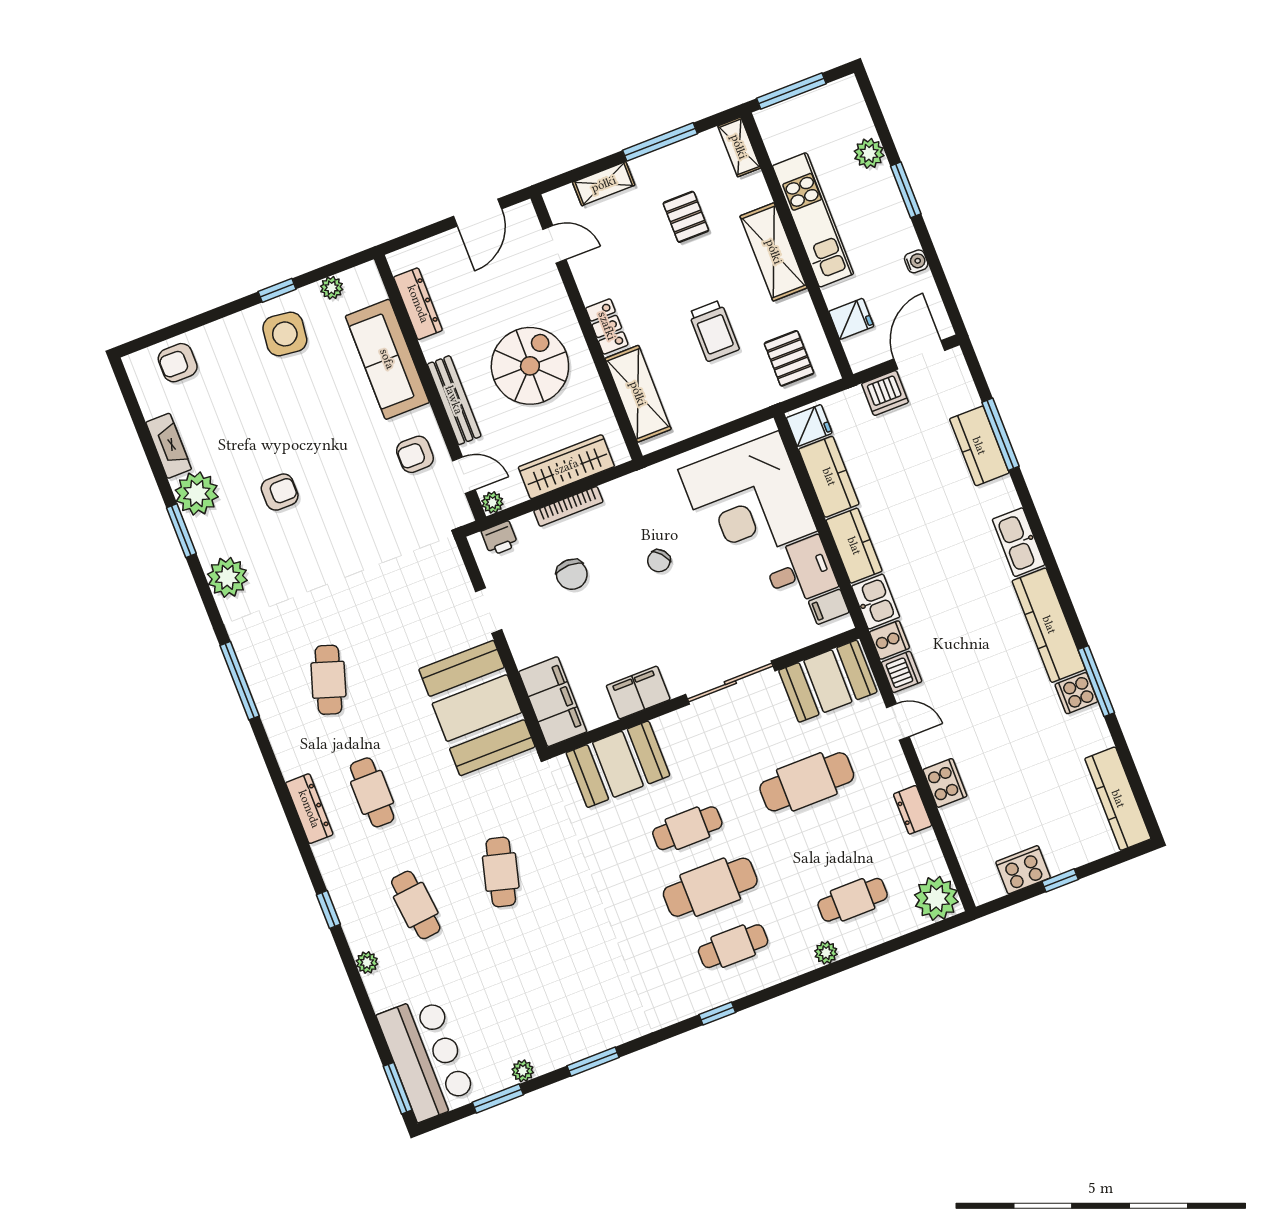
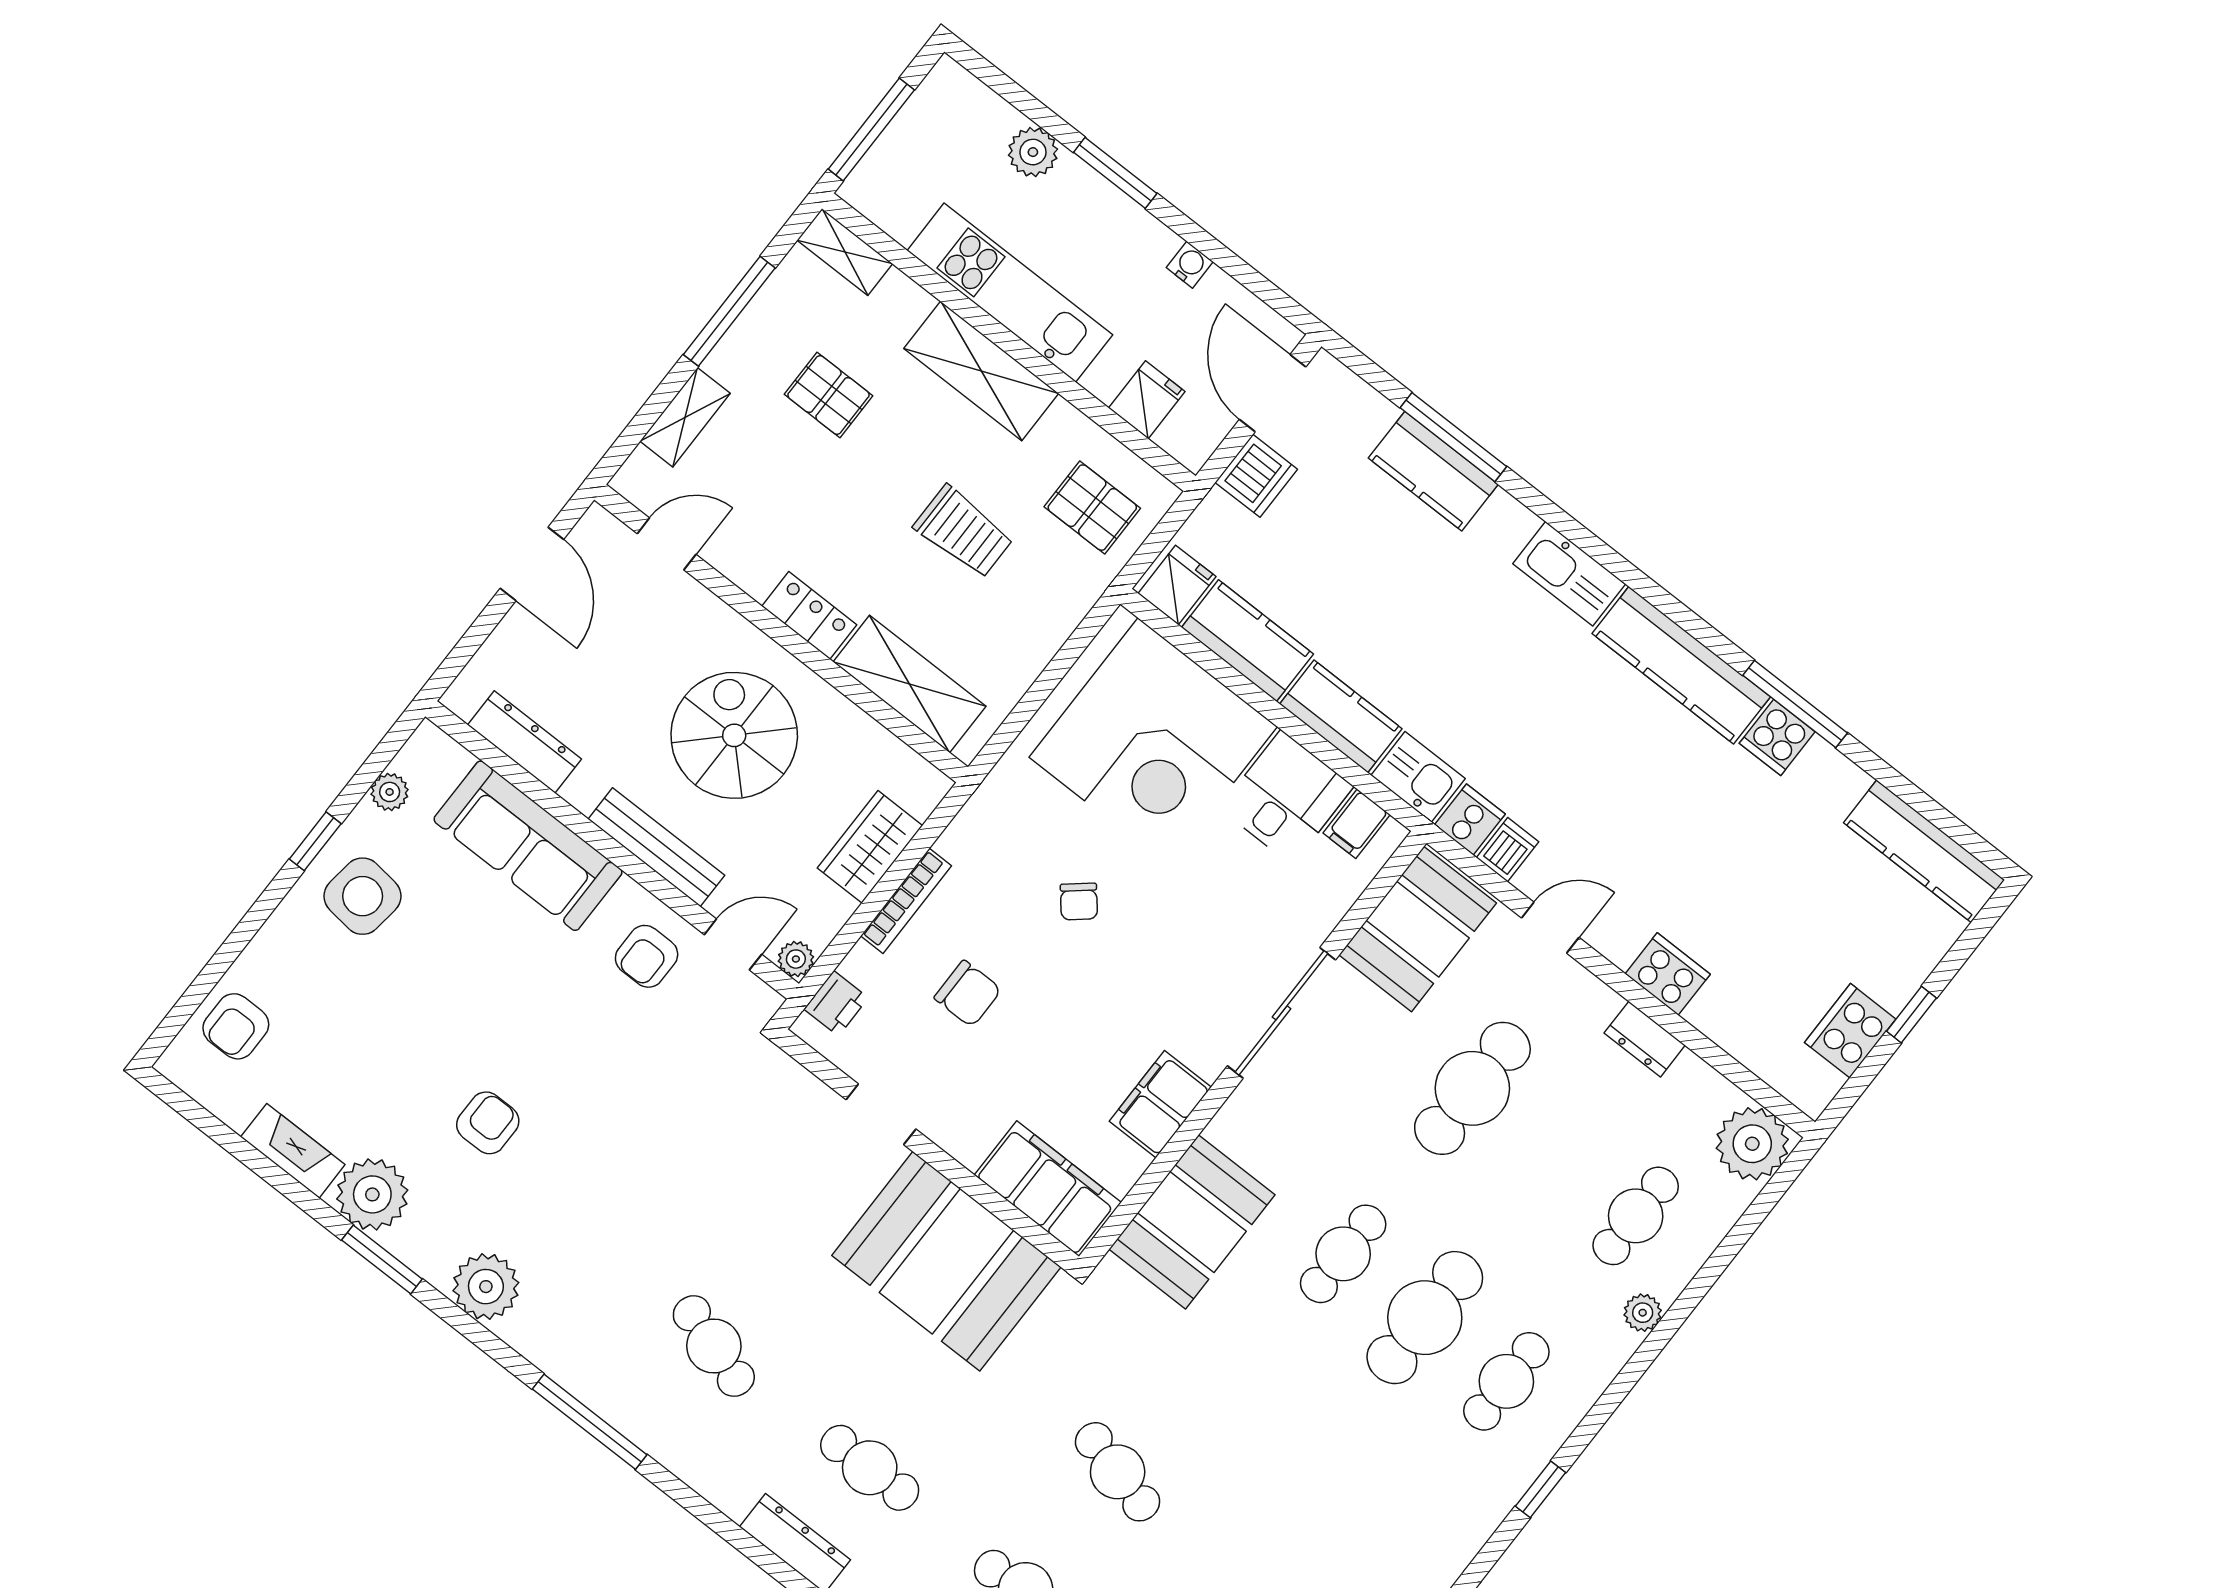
wardrobe: (566, 467) -> (870, 847), width x0.67
dishwasher: (902, 672) -> (1508, 850), width x0.73

